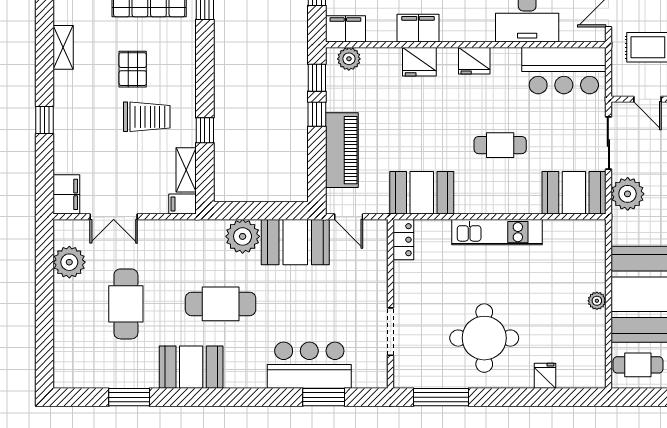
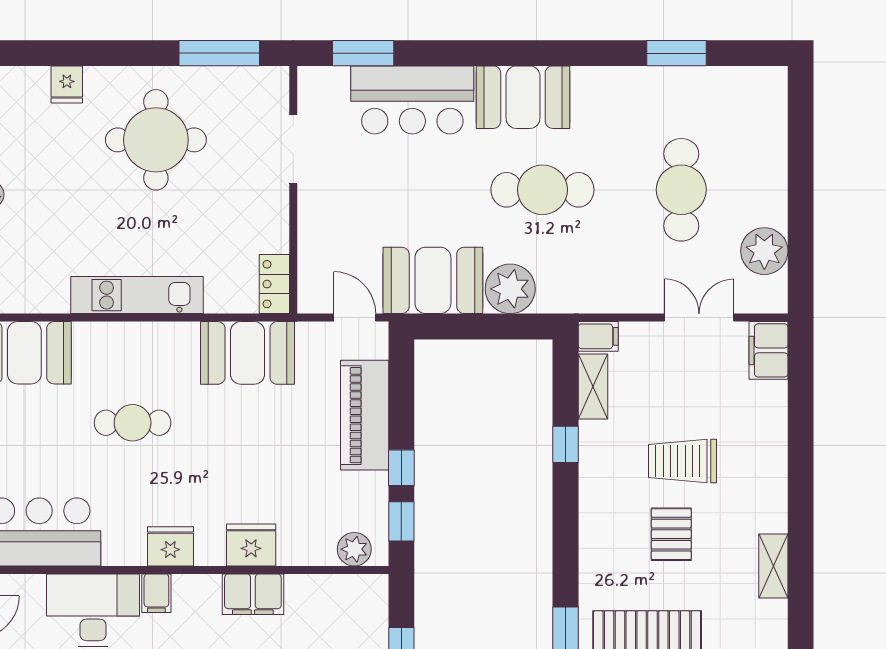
filing cabinet: (345, 29) -> (156, 593), moved, width x0.50
trolley: (147, 117) -> (683, 461), moved
window: (44, 120) -> (801, 460), removed
booth: (191, 367) -> (523, 97), moved
window: (324, 397) -> (363, 53), moved

